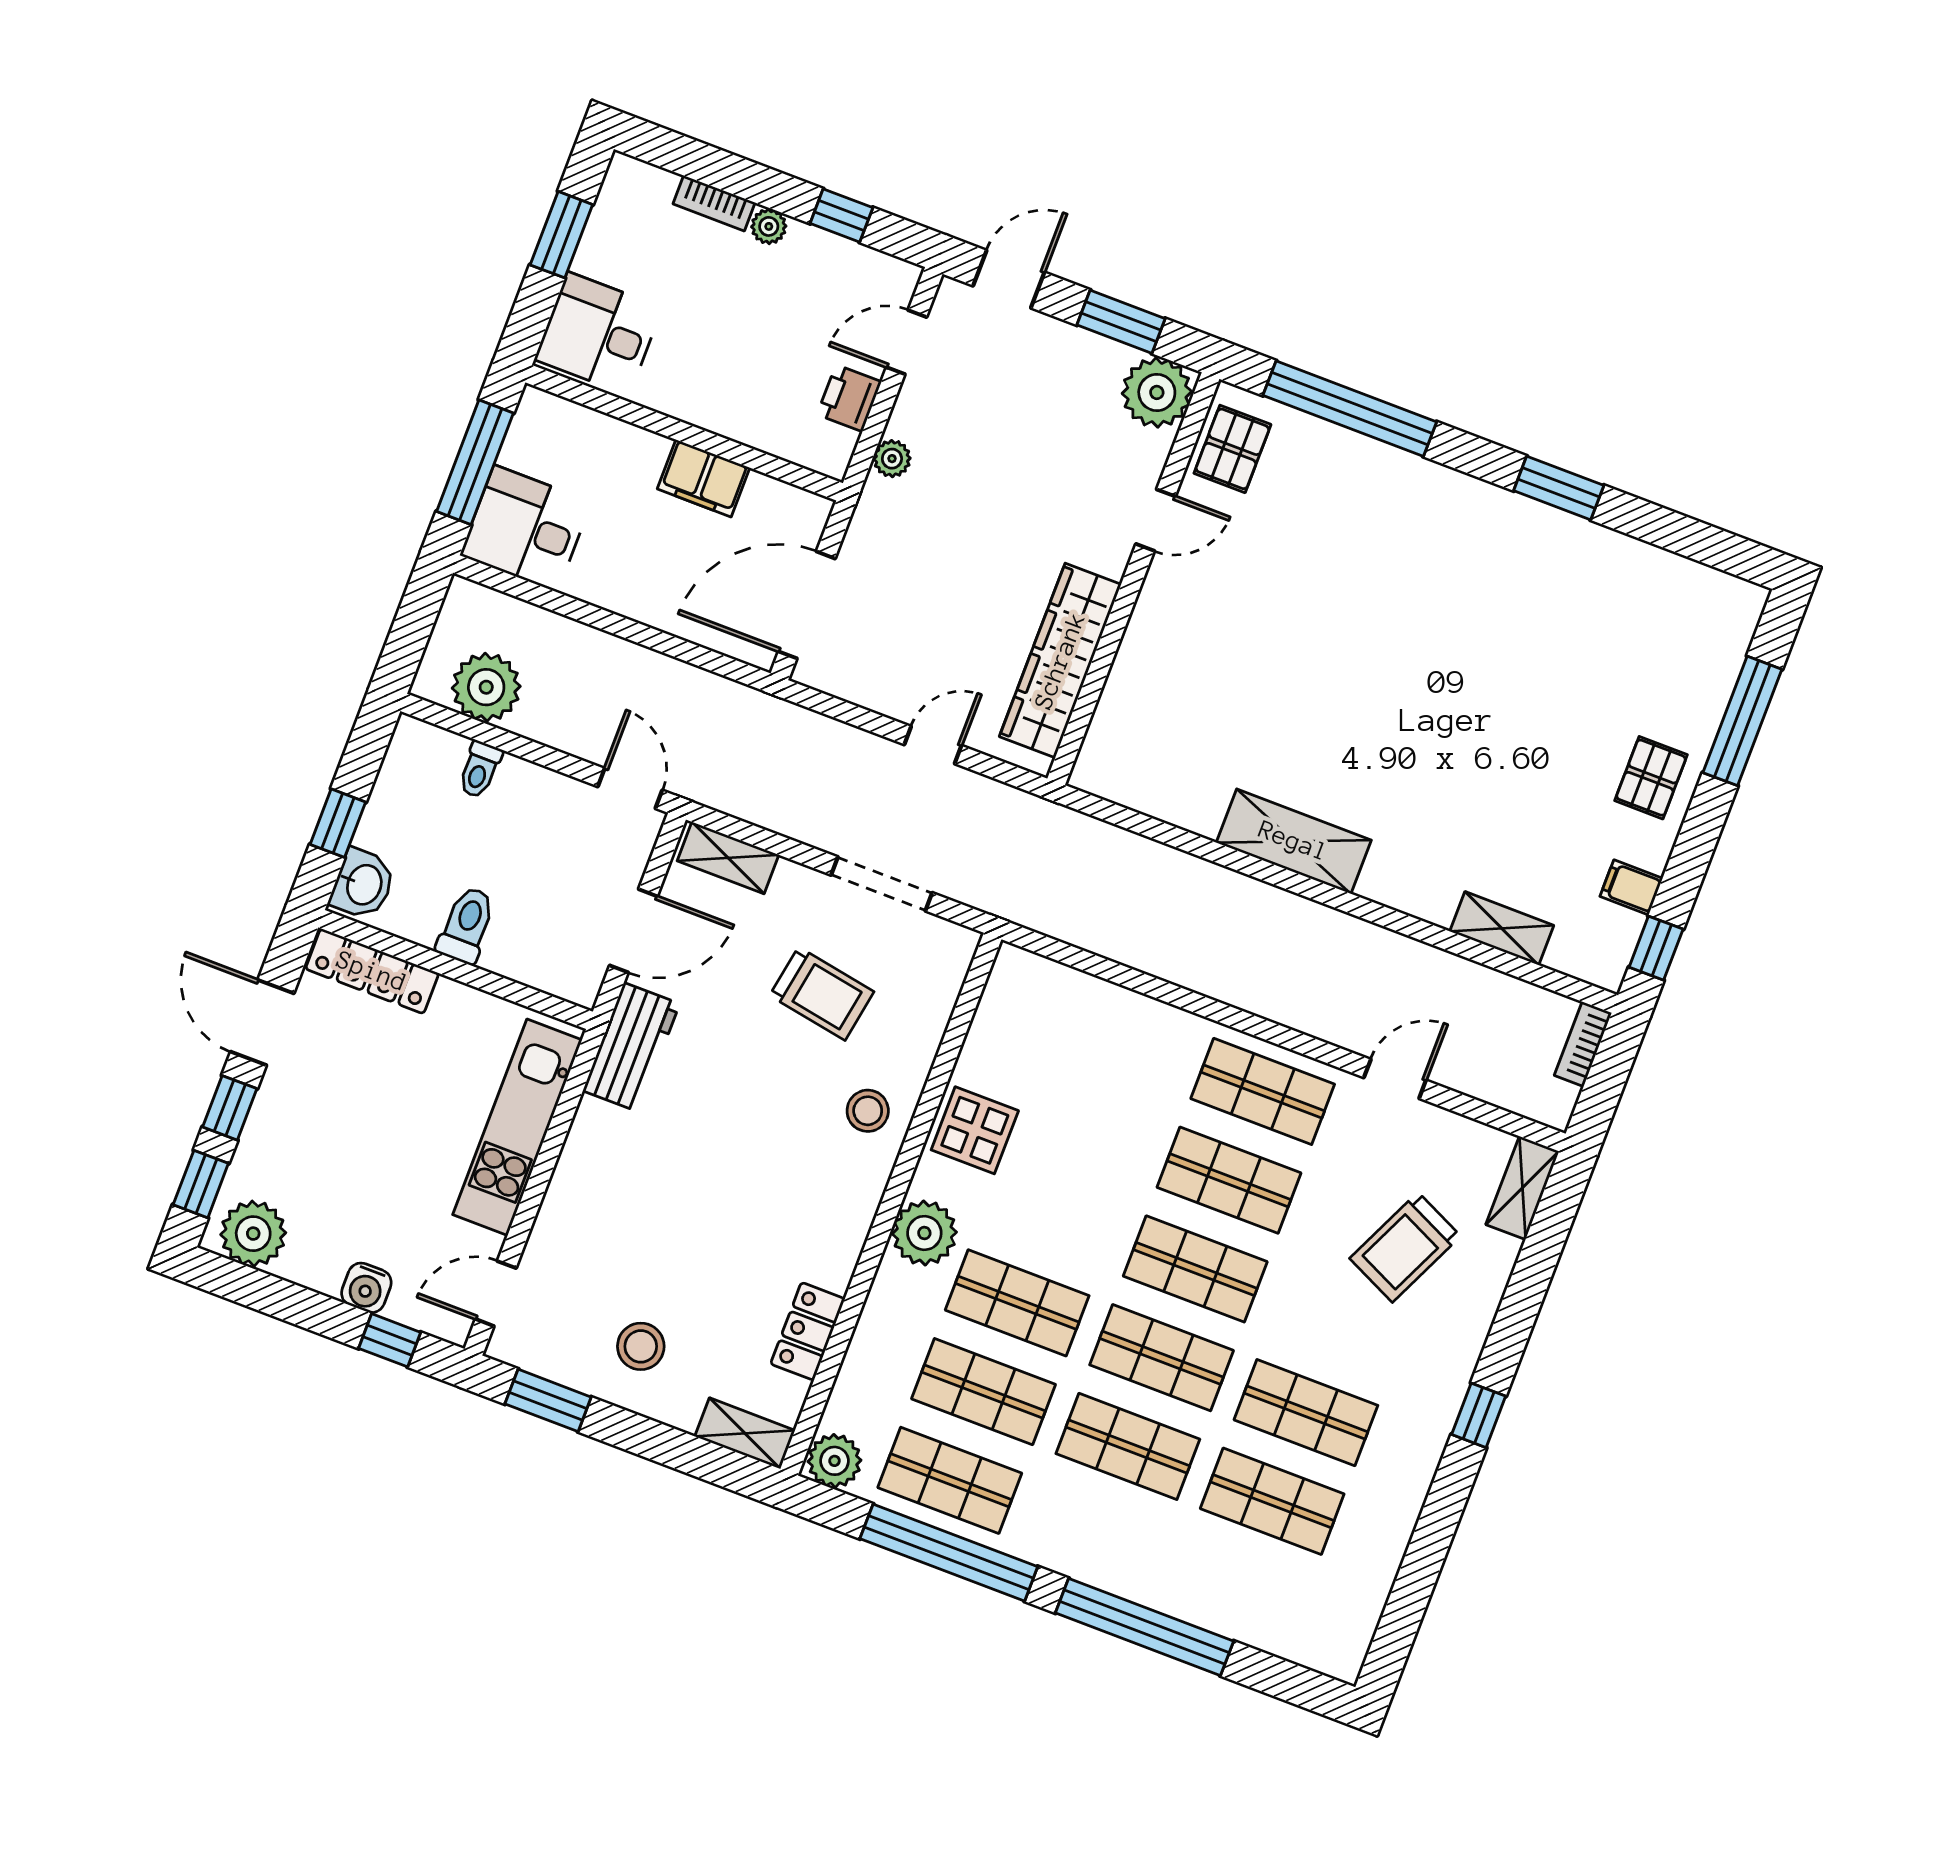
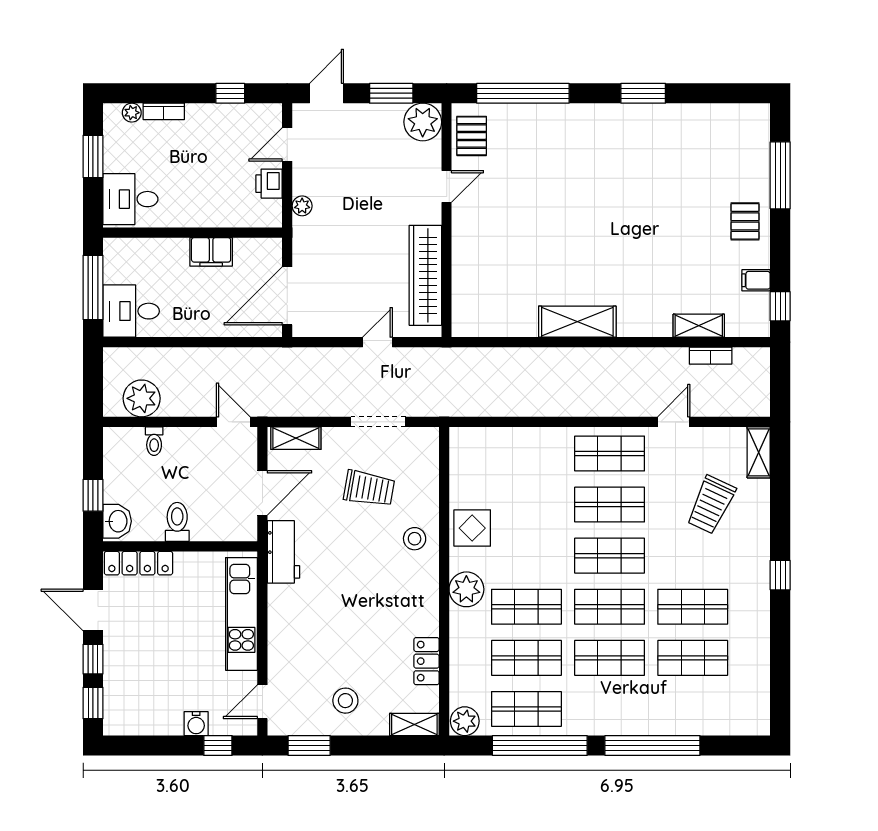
plant: (769, 226) -> (132, 113), moved
bookcase: (1583, 1044) -> (711, 356), moved, turned -90
plant: (253, 1234) -> (129, 718), removed

